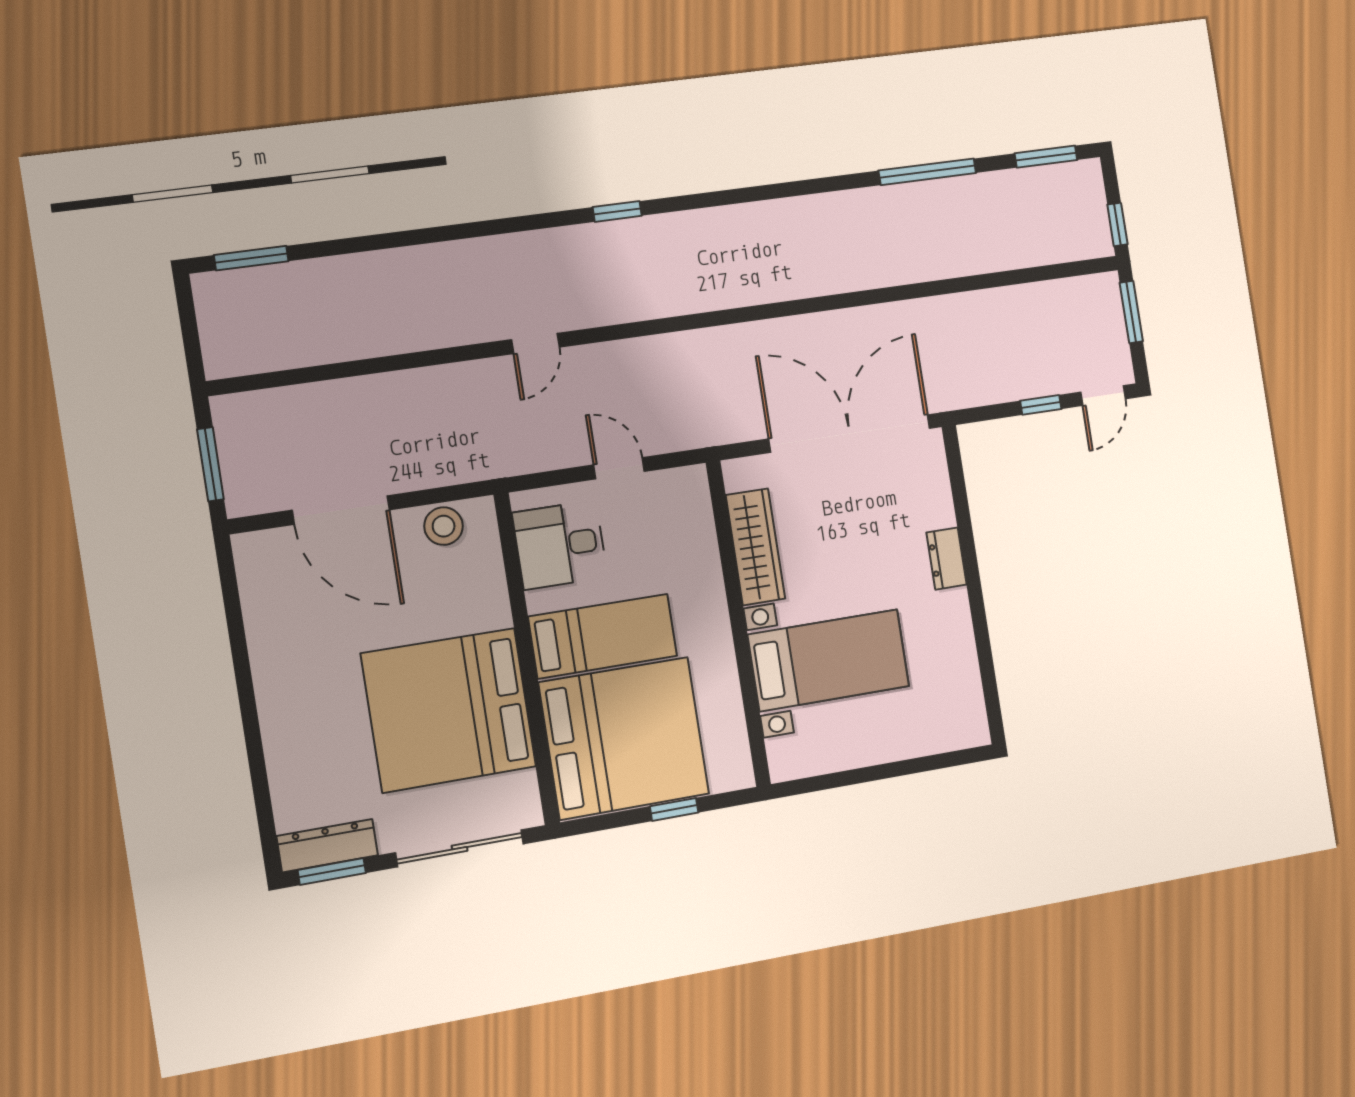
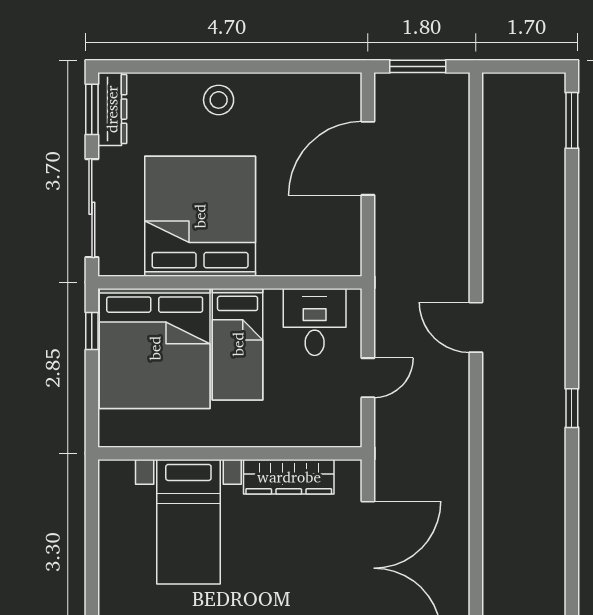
door: (535, 343) -> (476, 327), width x1.37
stool: (444, 526) -> (219, 100), moved
window: (674, 809) -> (92, 331), moved

